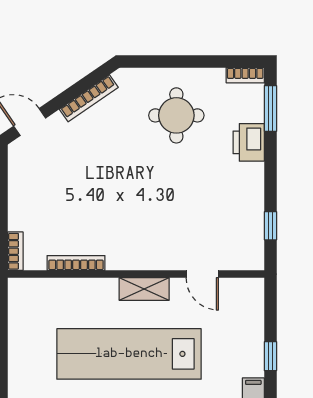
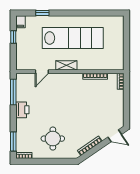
printer: (249, 142) -> (22, 110), moved
window: (270, 226) -> (13, 92), width x2.17
door: (202, 274) -> (42, 72), swing flipped

